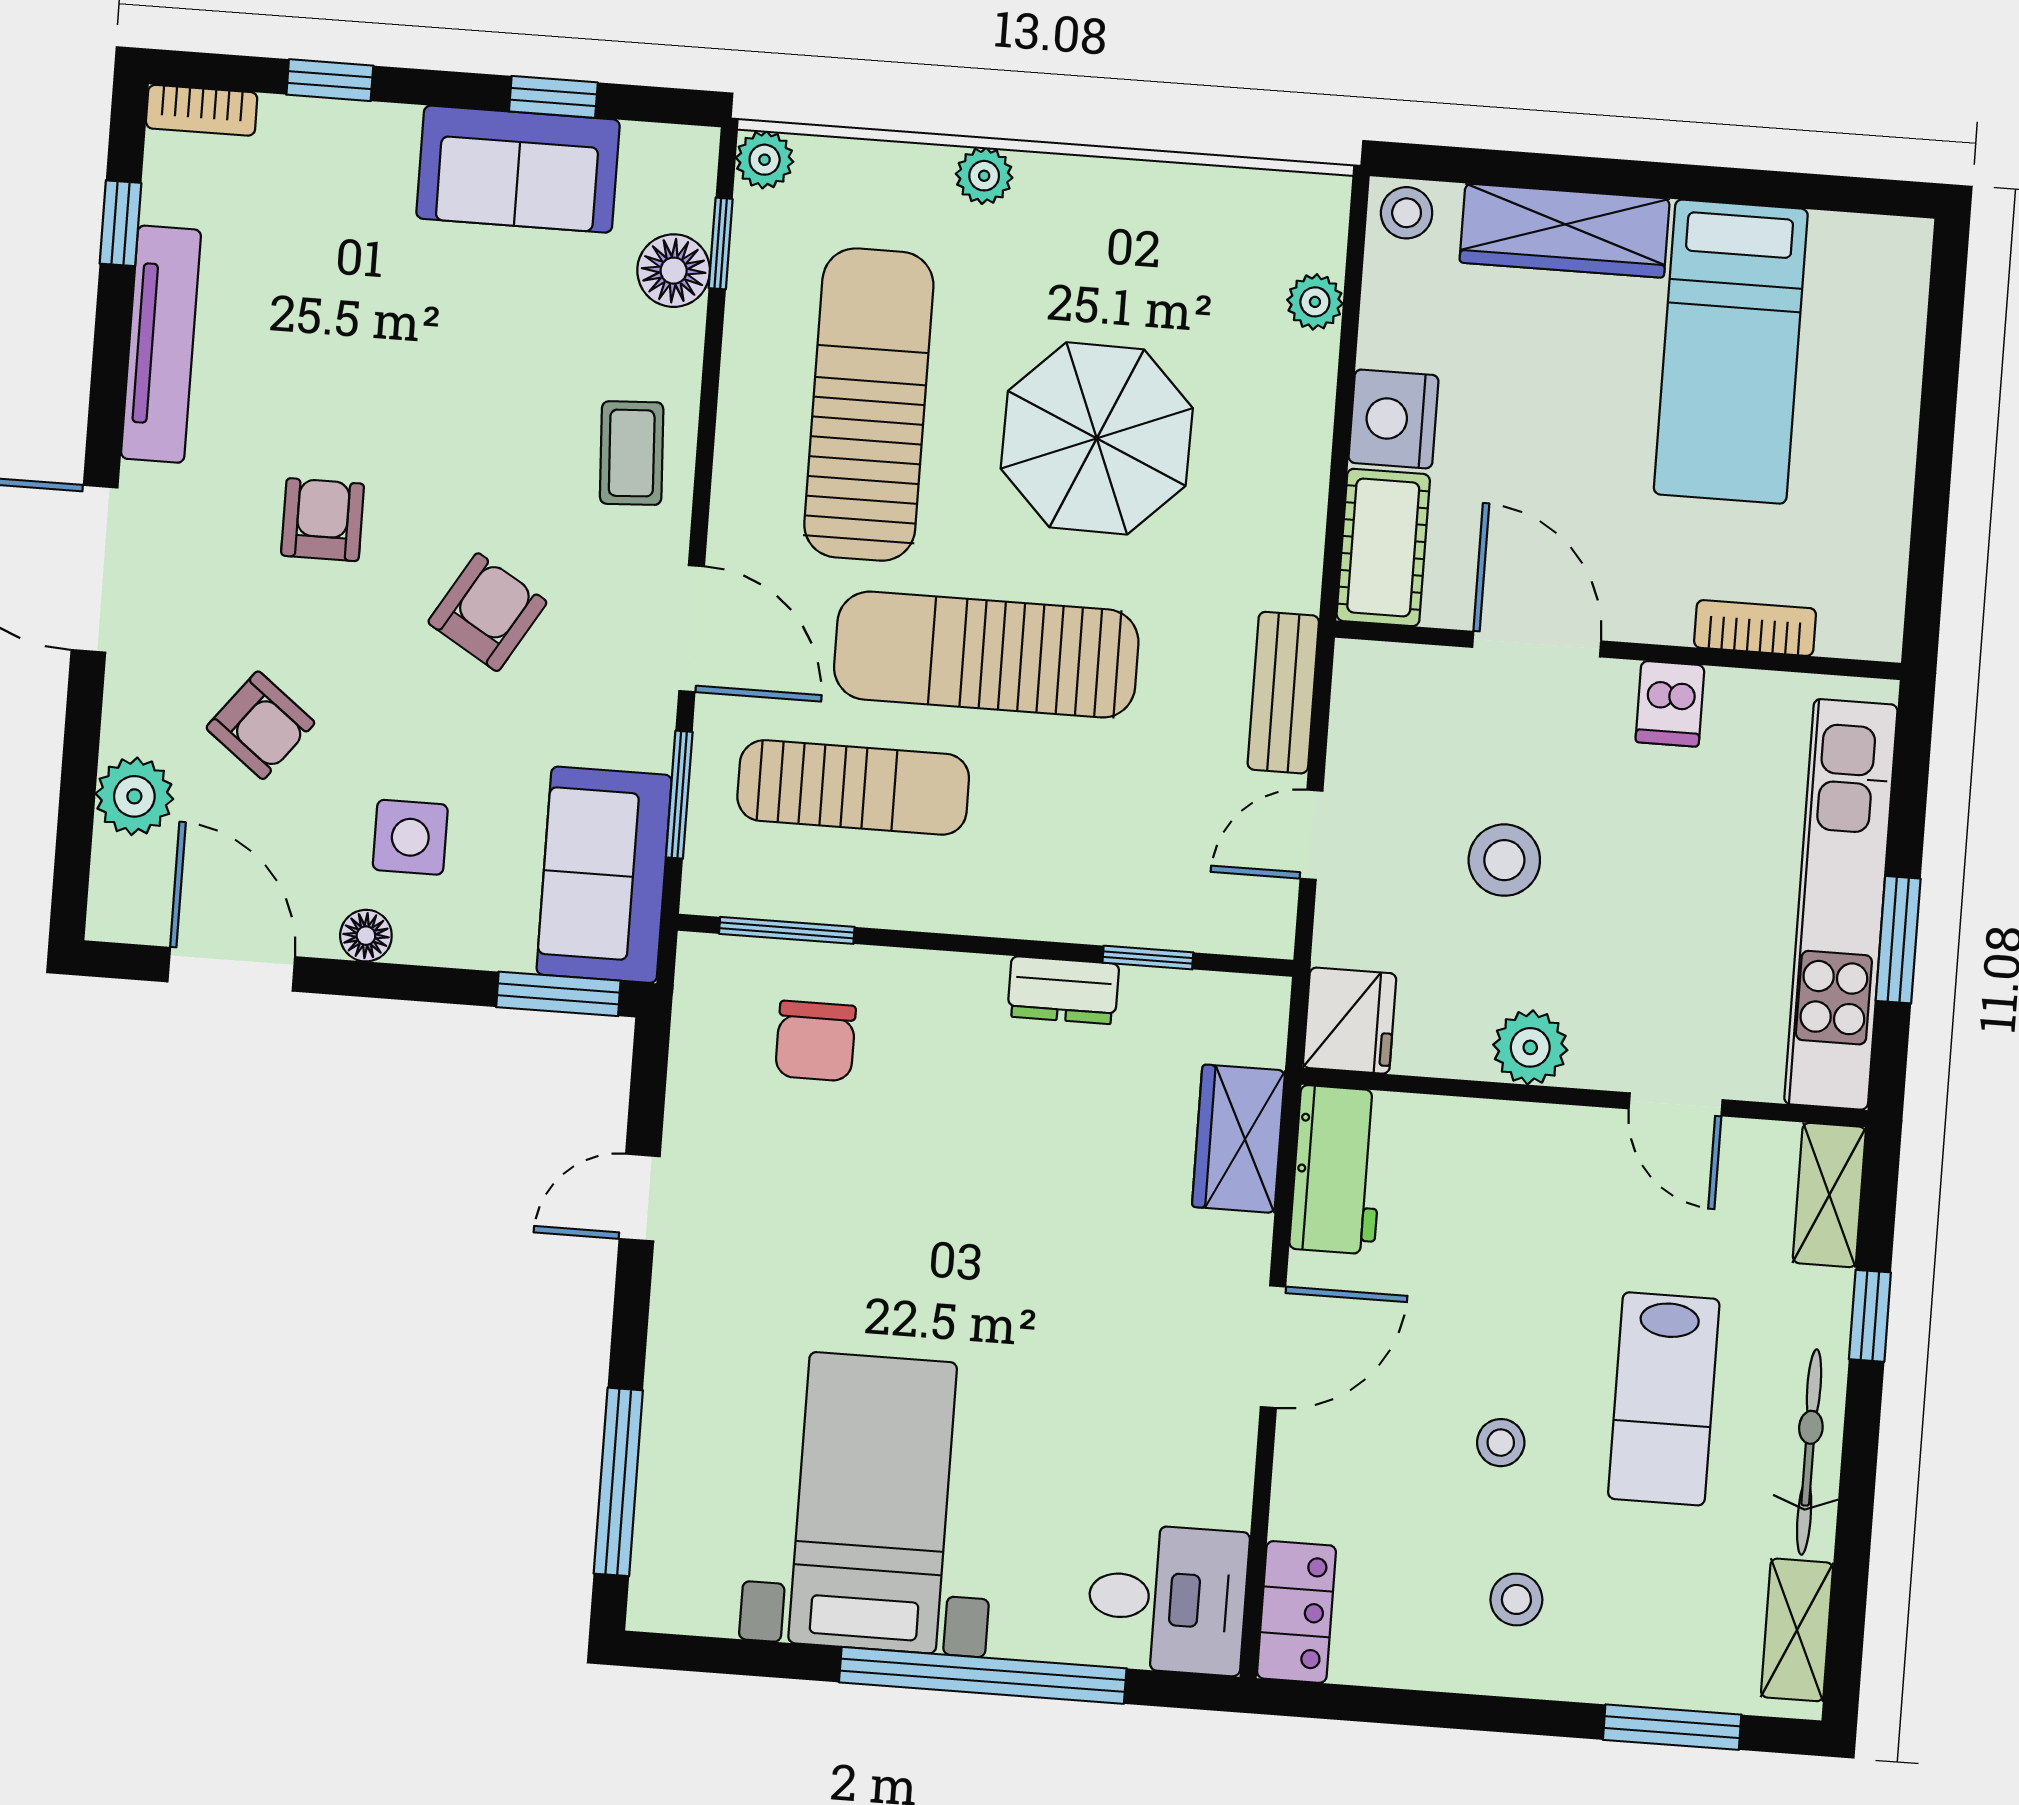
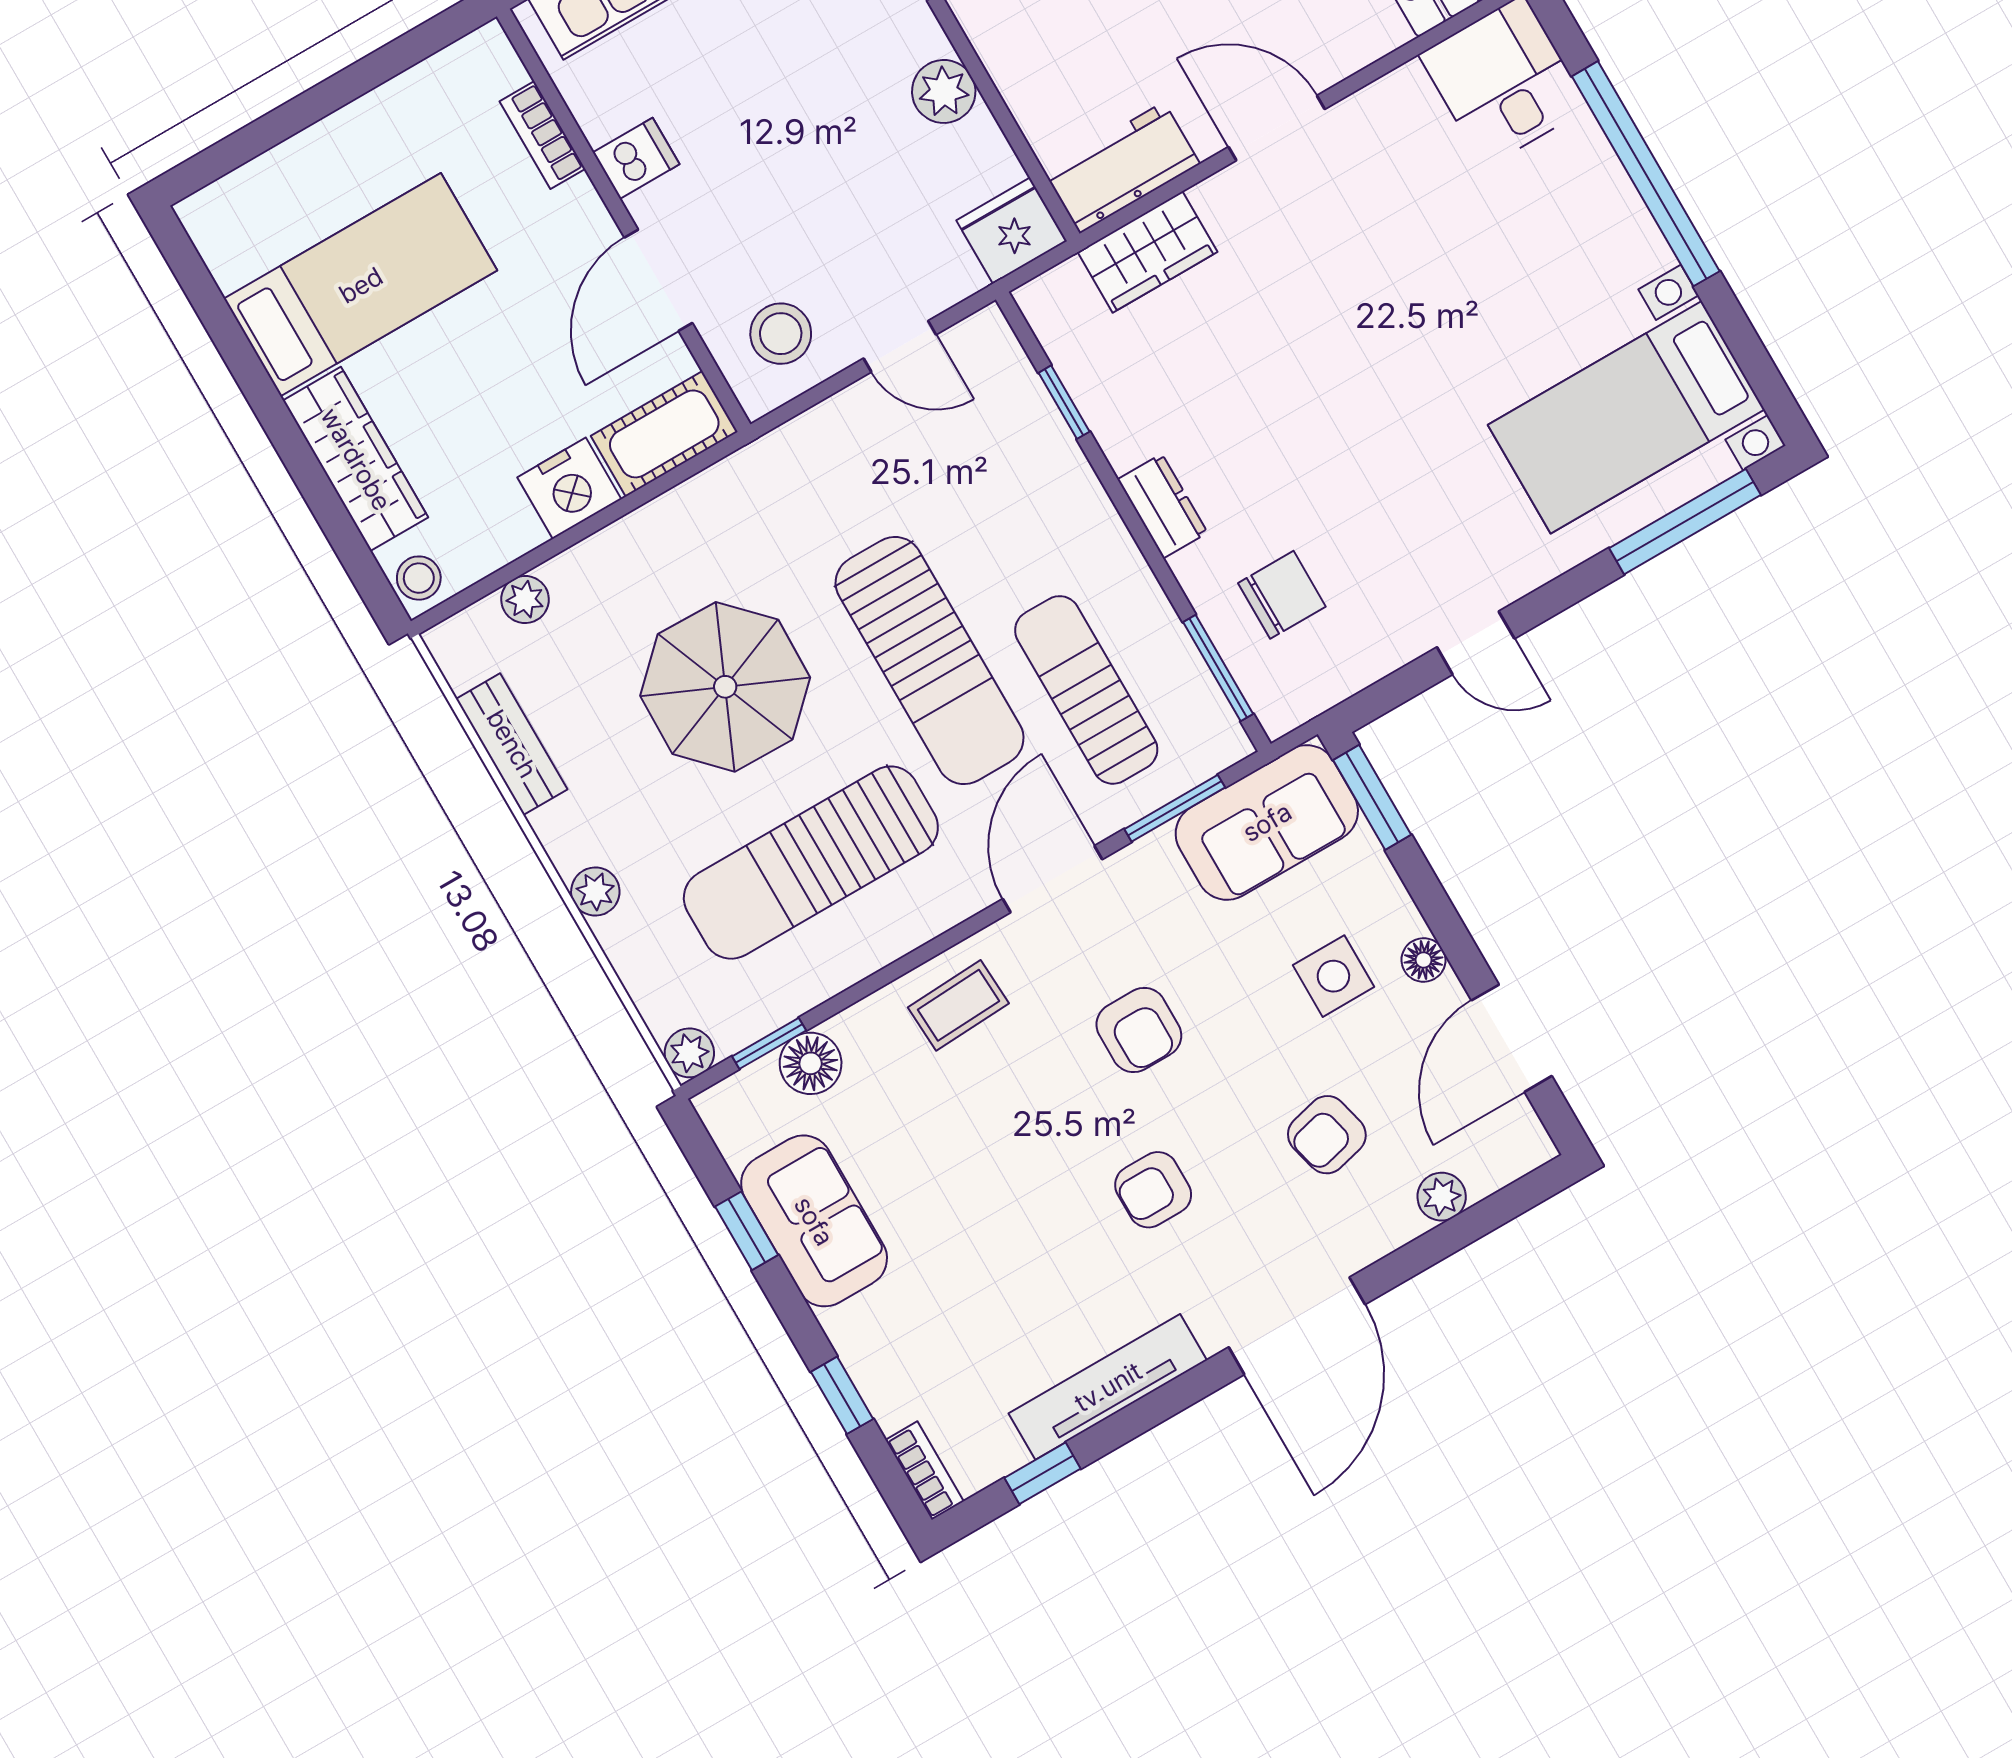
armchair: (487, 612) -> (1139, 1030), turned -121
bench: (1283, 693) -> (512, 744), moved, turned 90
armchair: (260, 725) -> (1327, 1135), turned -142
plant: (134, 796) -> (1442, 1197), width x0.73, depth x0.73
stool: (1504, 860) -> (781, 334), moved
dresser: (1063, 990) -> (1162, 506), moved
bed with nightstands: (873, 1503) -> (1626, 417), moved

